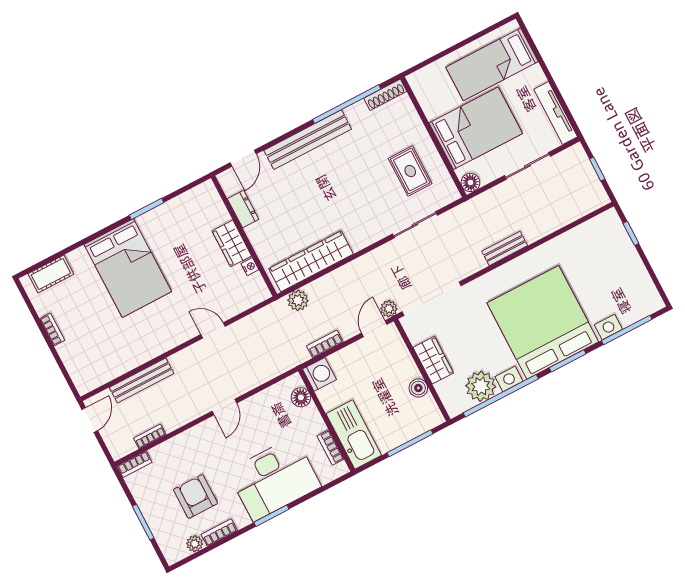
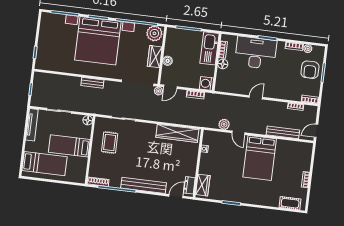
bed: (476, 128) -> (69, 146), width x0.67
dresser: (243, 209) -> (189, 185), moved
wardrobe: (232, 243) -> (203, 185), moved
bed: (128, 268) -> (260, 158), moved, turned 180
plant: (298, 300) -> (224, 124), moved
plant: (481, 386) -> (154, 33), moved
boiler: (418, 388) -> (168, 61), moved
floor lamp: (301, 397) -> (223, 64), moved
armchair: (195, 496) -> (310, 70), moved

